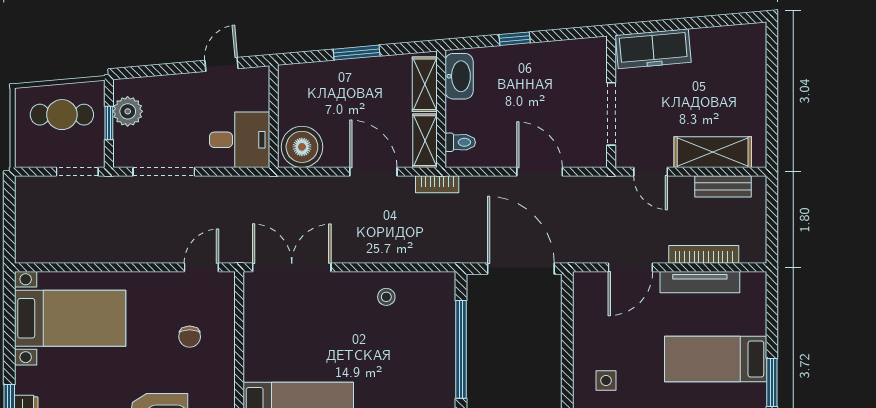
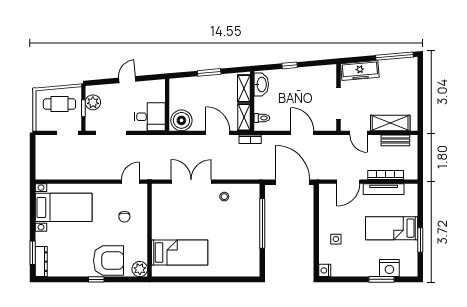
window: (721, 20) -> (394, 56), added
door: (222, 64) -> (127, 80), moved
double door: (292, 267) -> (191, 182), moved

